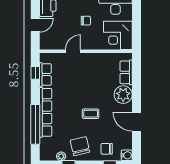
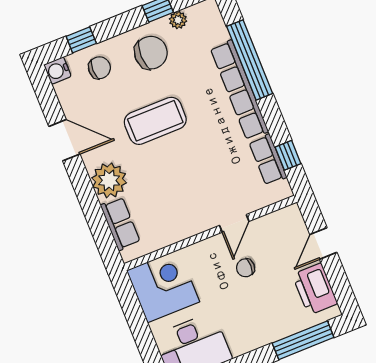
chair: (86, 21) -> (246, 268), moved
coffee table: (91, 114) -> (155, 121), width x1.86, depth x1.72
chair: (80, 146) -> (151, 53), turned -77

